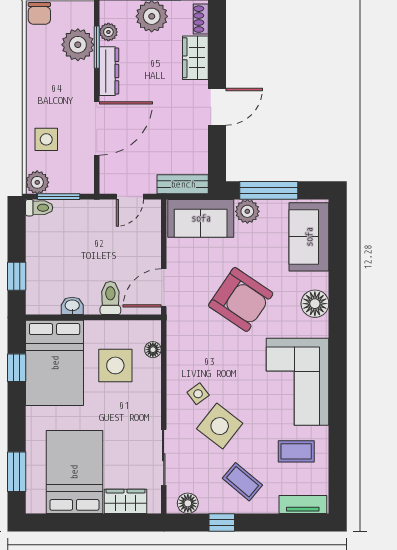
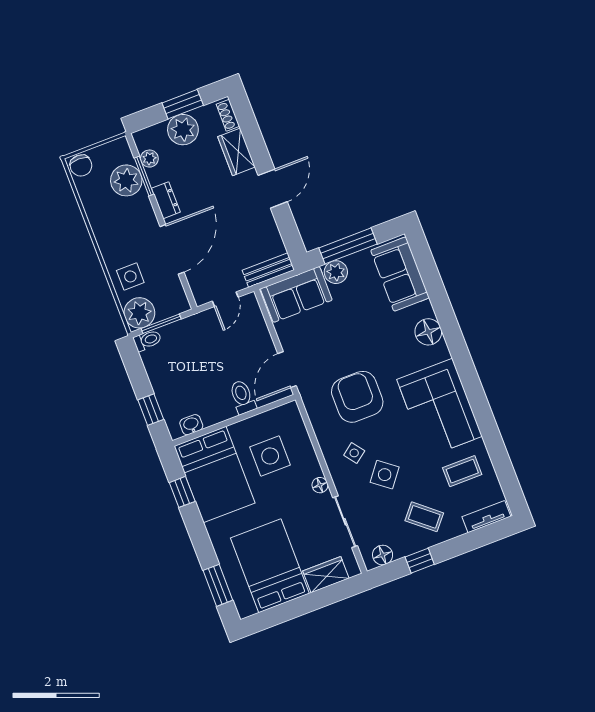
dresser: (109, 71) -> (166, 200), width x0.70
plant: (37, 182) -> (139, 313), width x1.36, depth x1.36
armchair: (241, 299) -> (357, 397), moved, turned -124
washbasin: (72, 306) -> (191, 425), moved
floor lamp: (153, 350) -> (320, 485), moved
side table: (220, 426) -> (385, 475), width x0.73, depth x0.73

